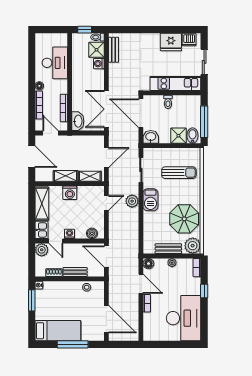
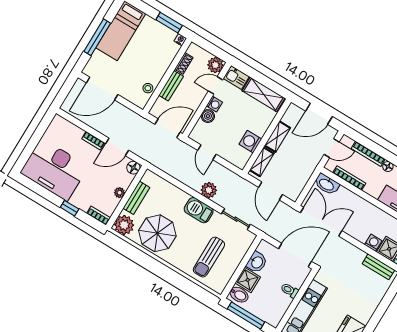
washbasin: (151, 137) -> (257, 262), moved
washing machine: (70, 193) -> (250, 142), moved
door: (106, 203) -> (207, 152), moved
boiler: (92, 233) -> (208, 116), moved

